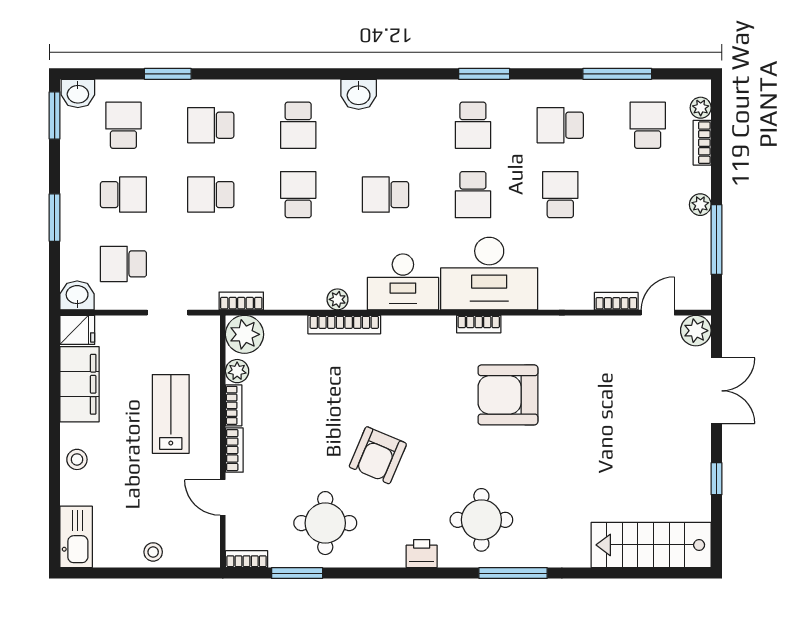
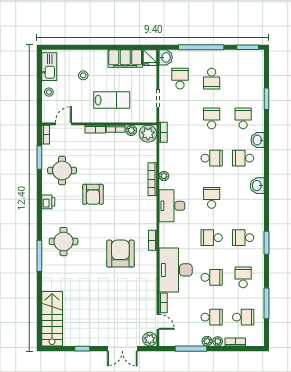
washbasin: (78, 93) -> (258, 140), moved
plant: (701, 108) -> (218, 341), moved
school desk: (123, 125) -> (212, 317), moved
window: (55, 218) -> (201, 47), width x2.11
desk: (489, 274) -> (176, 270), moved
armchair: (378, 455) -> (93, 194), turned -113
stool: (77, 459) -> (83, 75), moved
door: (223, 497) -> (63, 124), moved
kitchen sink: (76, 537) -> (49, 67), moved, turned -90
printer: (422, 554) -> (48, 202), moved

